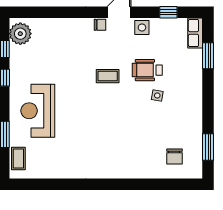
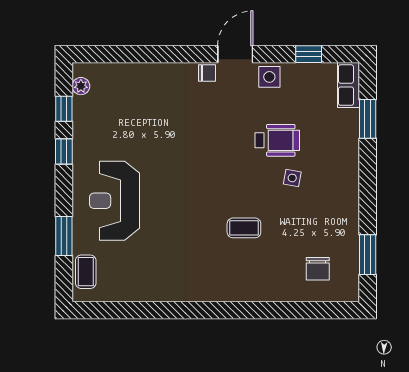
plant: (20, 34) -> (81, 86), width x0.53, depth x0.53
wheelchair: (147, 70) -> (277, 140), turned 180
coffee table: (108, 76) -> (244, 228), moved

